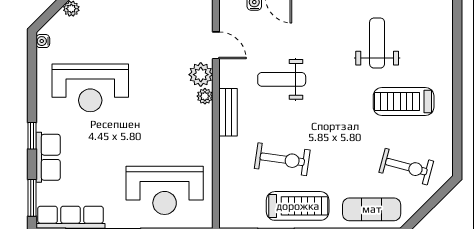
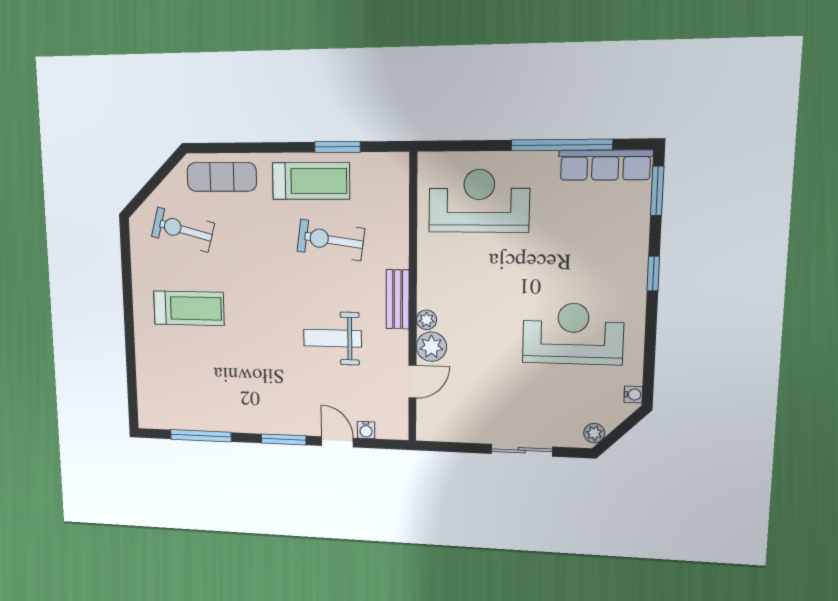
weight bench: (377, 43) -> (222, 378), removed
door: (216, 45) -> (412, 382), swing flipped
weight bench: (282, 79) -> (332, 338), turned 180
row of seats: (48, 157) -> (633, 245), removed
treadmill: (298, 206) -> (311, 181), turned 180

